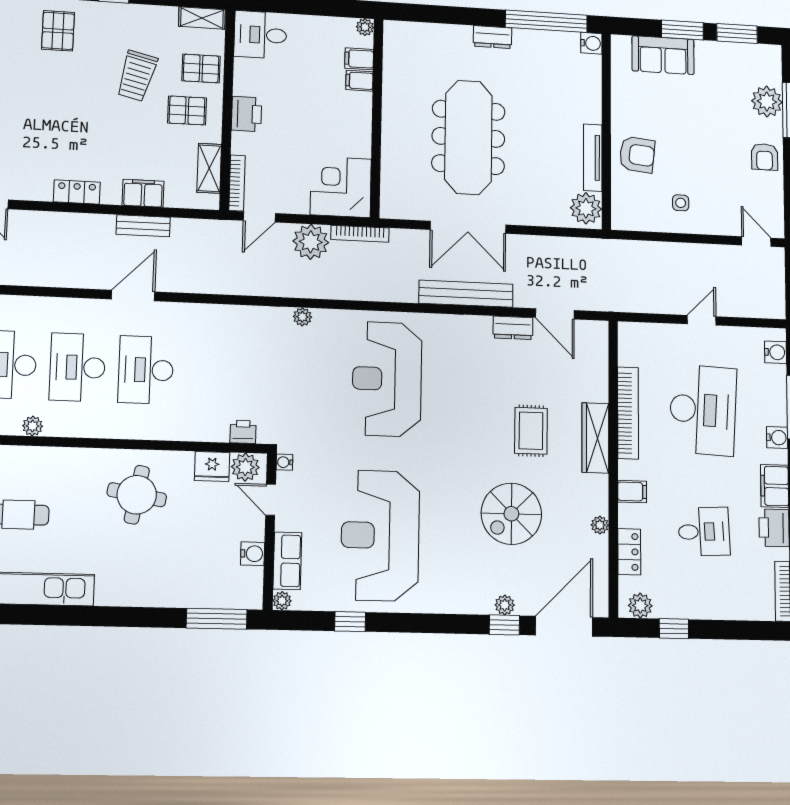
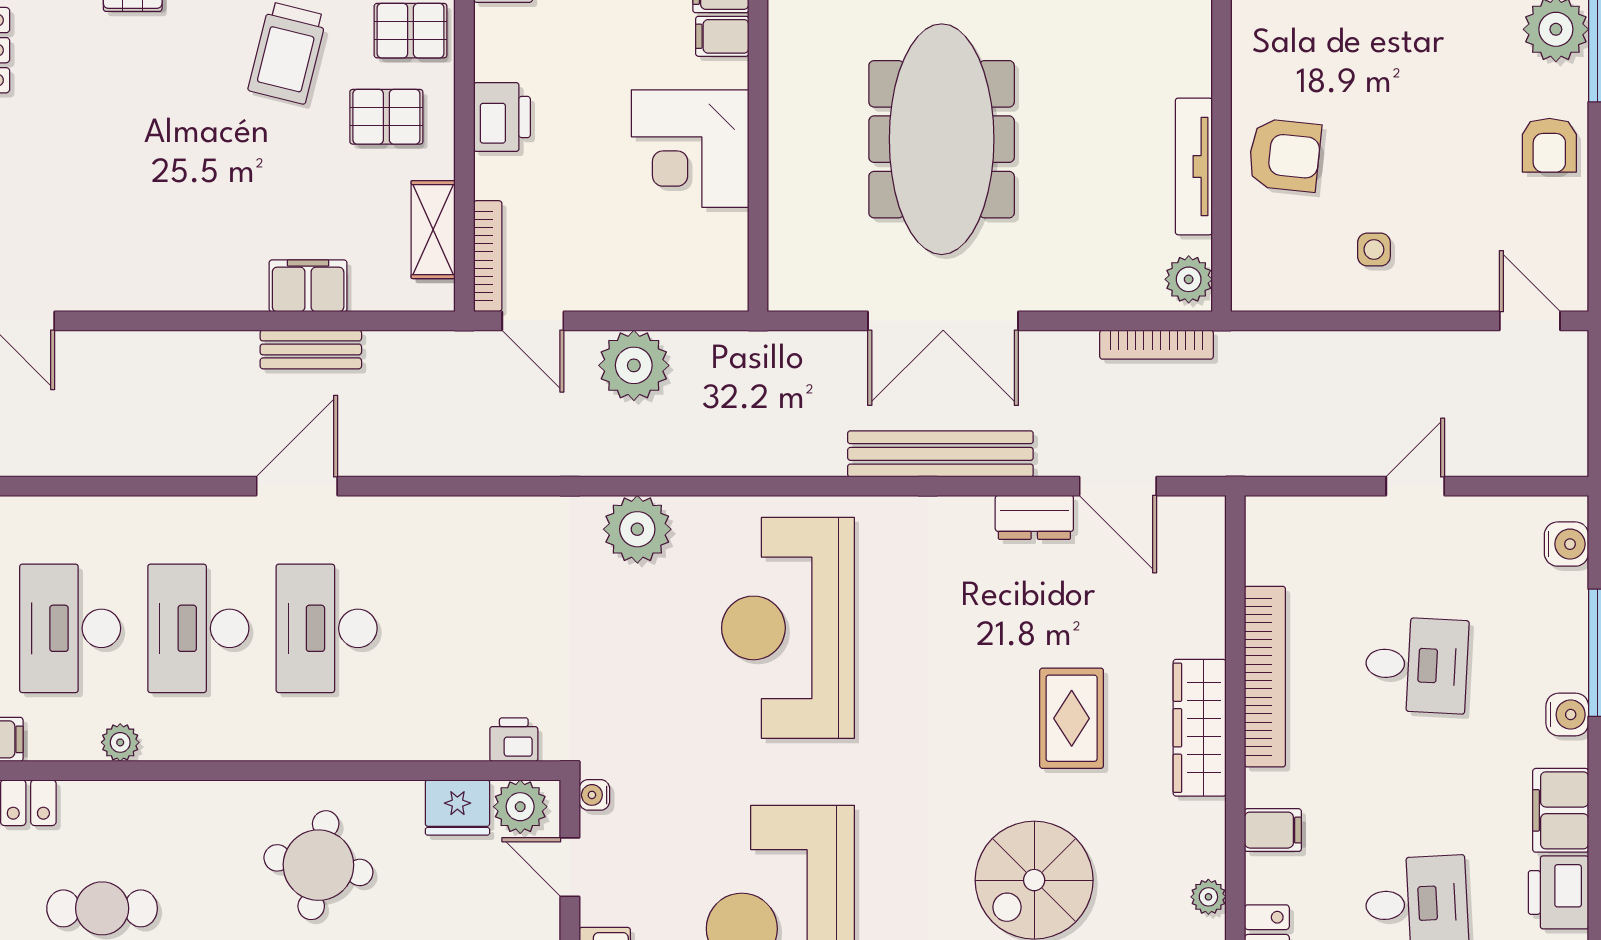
corner desk: (341, 187) -> (690, 149), moved, turned -90
locker: (77, 192) -> (182, 290), removed
plant: (586, 208) -> (1189, 279), width x0.73, depth x0.73
door: (259, 217) -> (533, 321), hinge flipped
bookcase: (360, 234) -> (1157, 345), moved
plant: (302, 317) -> (637, 529), width x1.88, depth x1.88
desk: (703, 410) -> (1417, 665), width x0.53, depth x0.77

